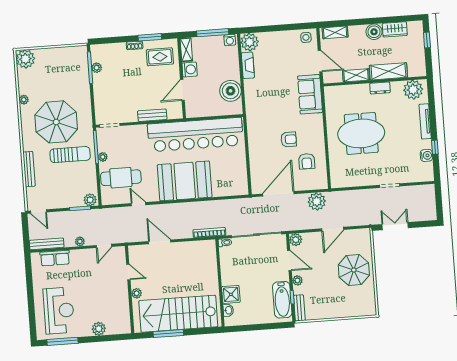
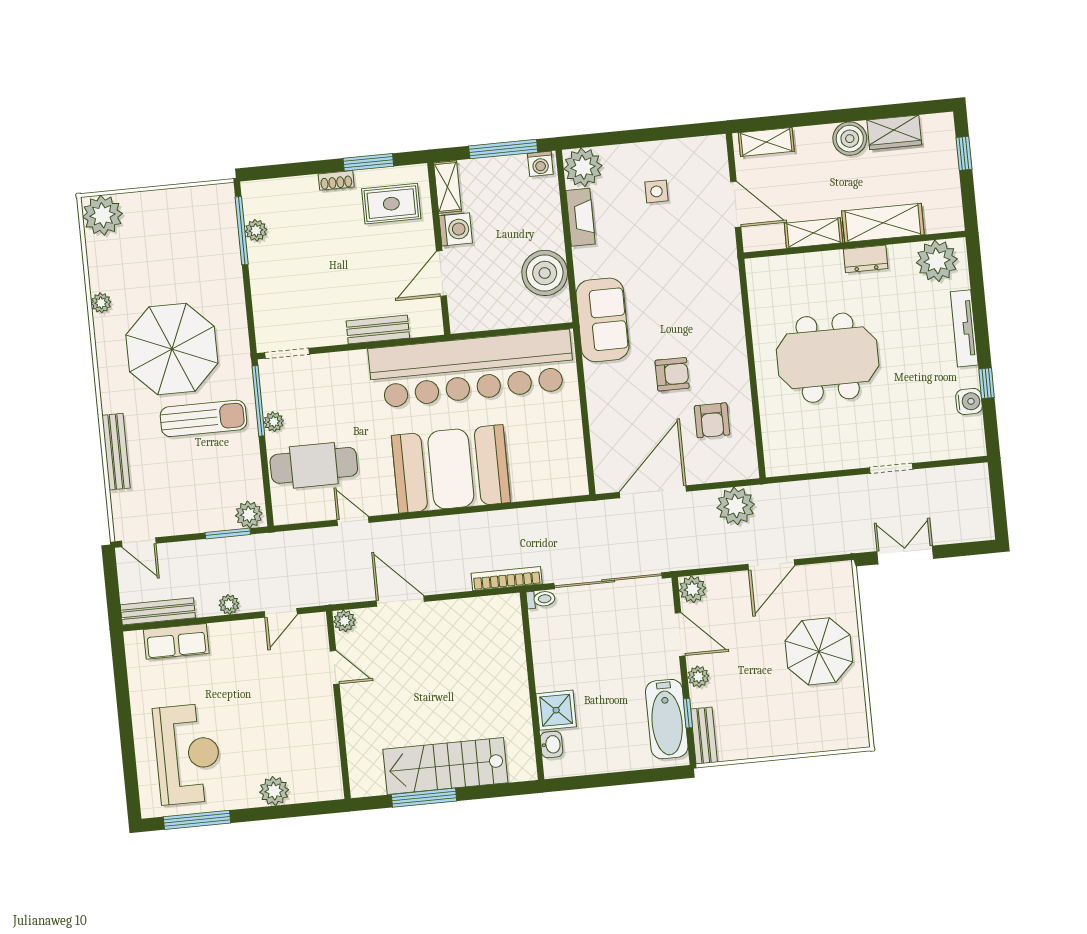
side table: (306, 37) -> (656, 191), moved
sofa: (310, 94) -> (602, 320), moved, turned 180
plant: (137, 293) -> (344, 621), moved
stairs: (178, 314) -> (445, 766), width x0.73, depth x0.66

